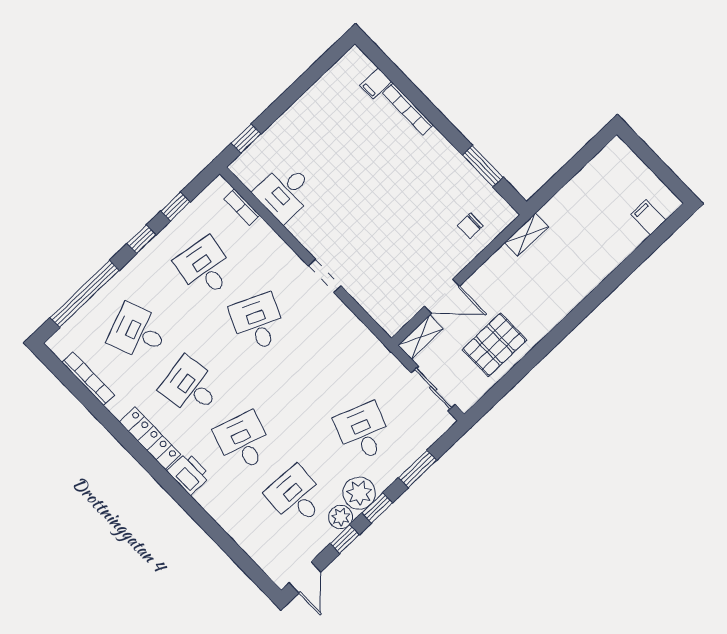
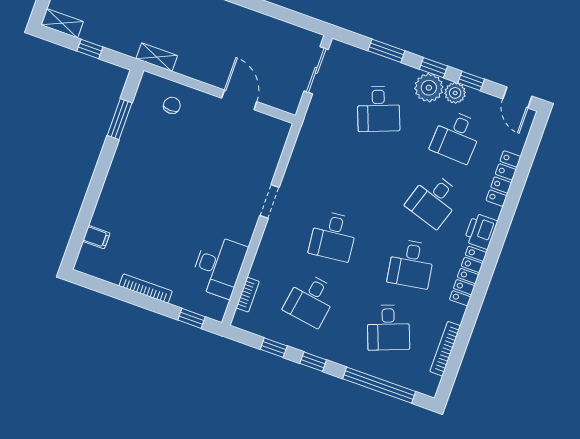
bookcase: (408, 109) -> (146, 289), moved, turned -90
window: (568, 171) -> (90, 49), added
desk: (285, 192) -> (219, 266), width x1.37
chair: (470, 226) -> (172, 105), turned -90
desk: (258, 322) -> (333, 236), turned -30
shelving: (421, 337) -> (62, 23), moved
pallet: (494, 345) -> (257, 39), removed
desk: (363, 432) -> (379, 109), turned -42
locker: (230, 523) -> (503, 178), added
door: (305, 577) -> (517, 97), swing flipped

